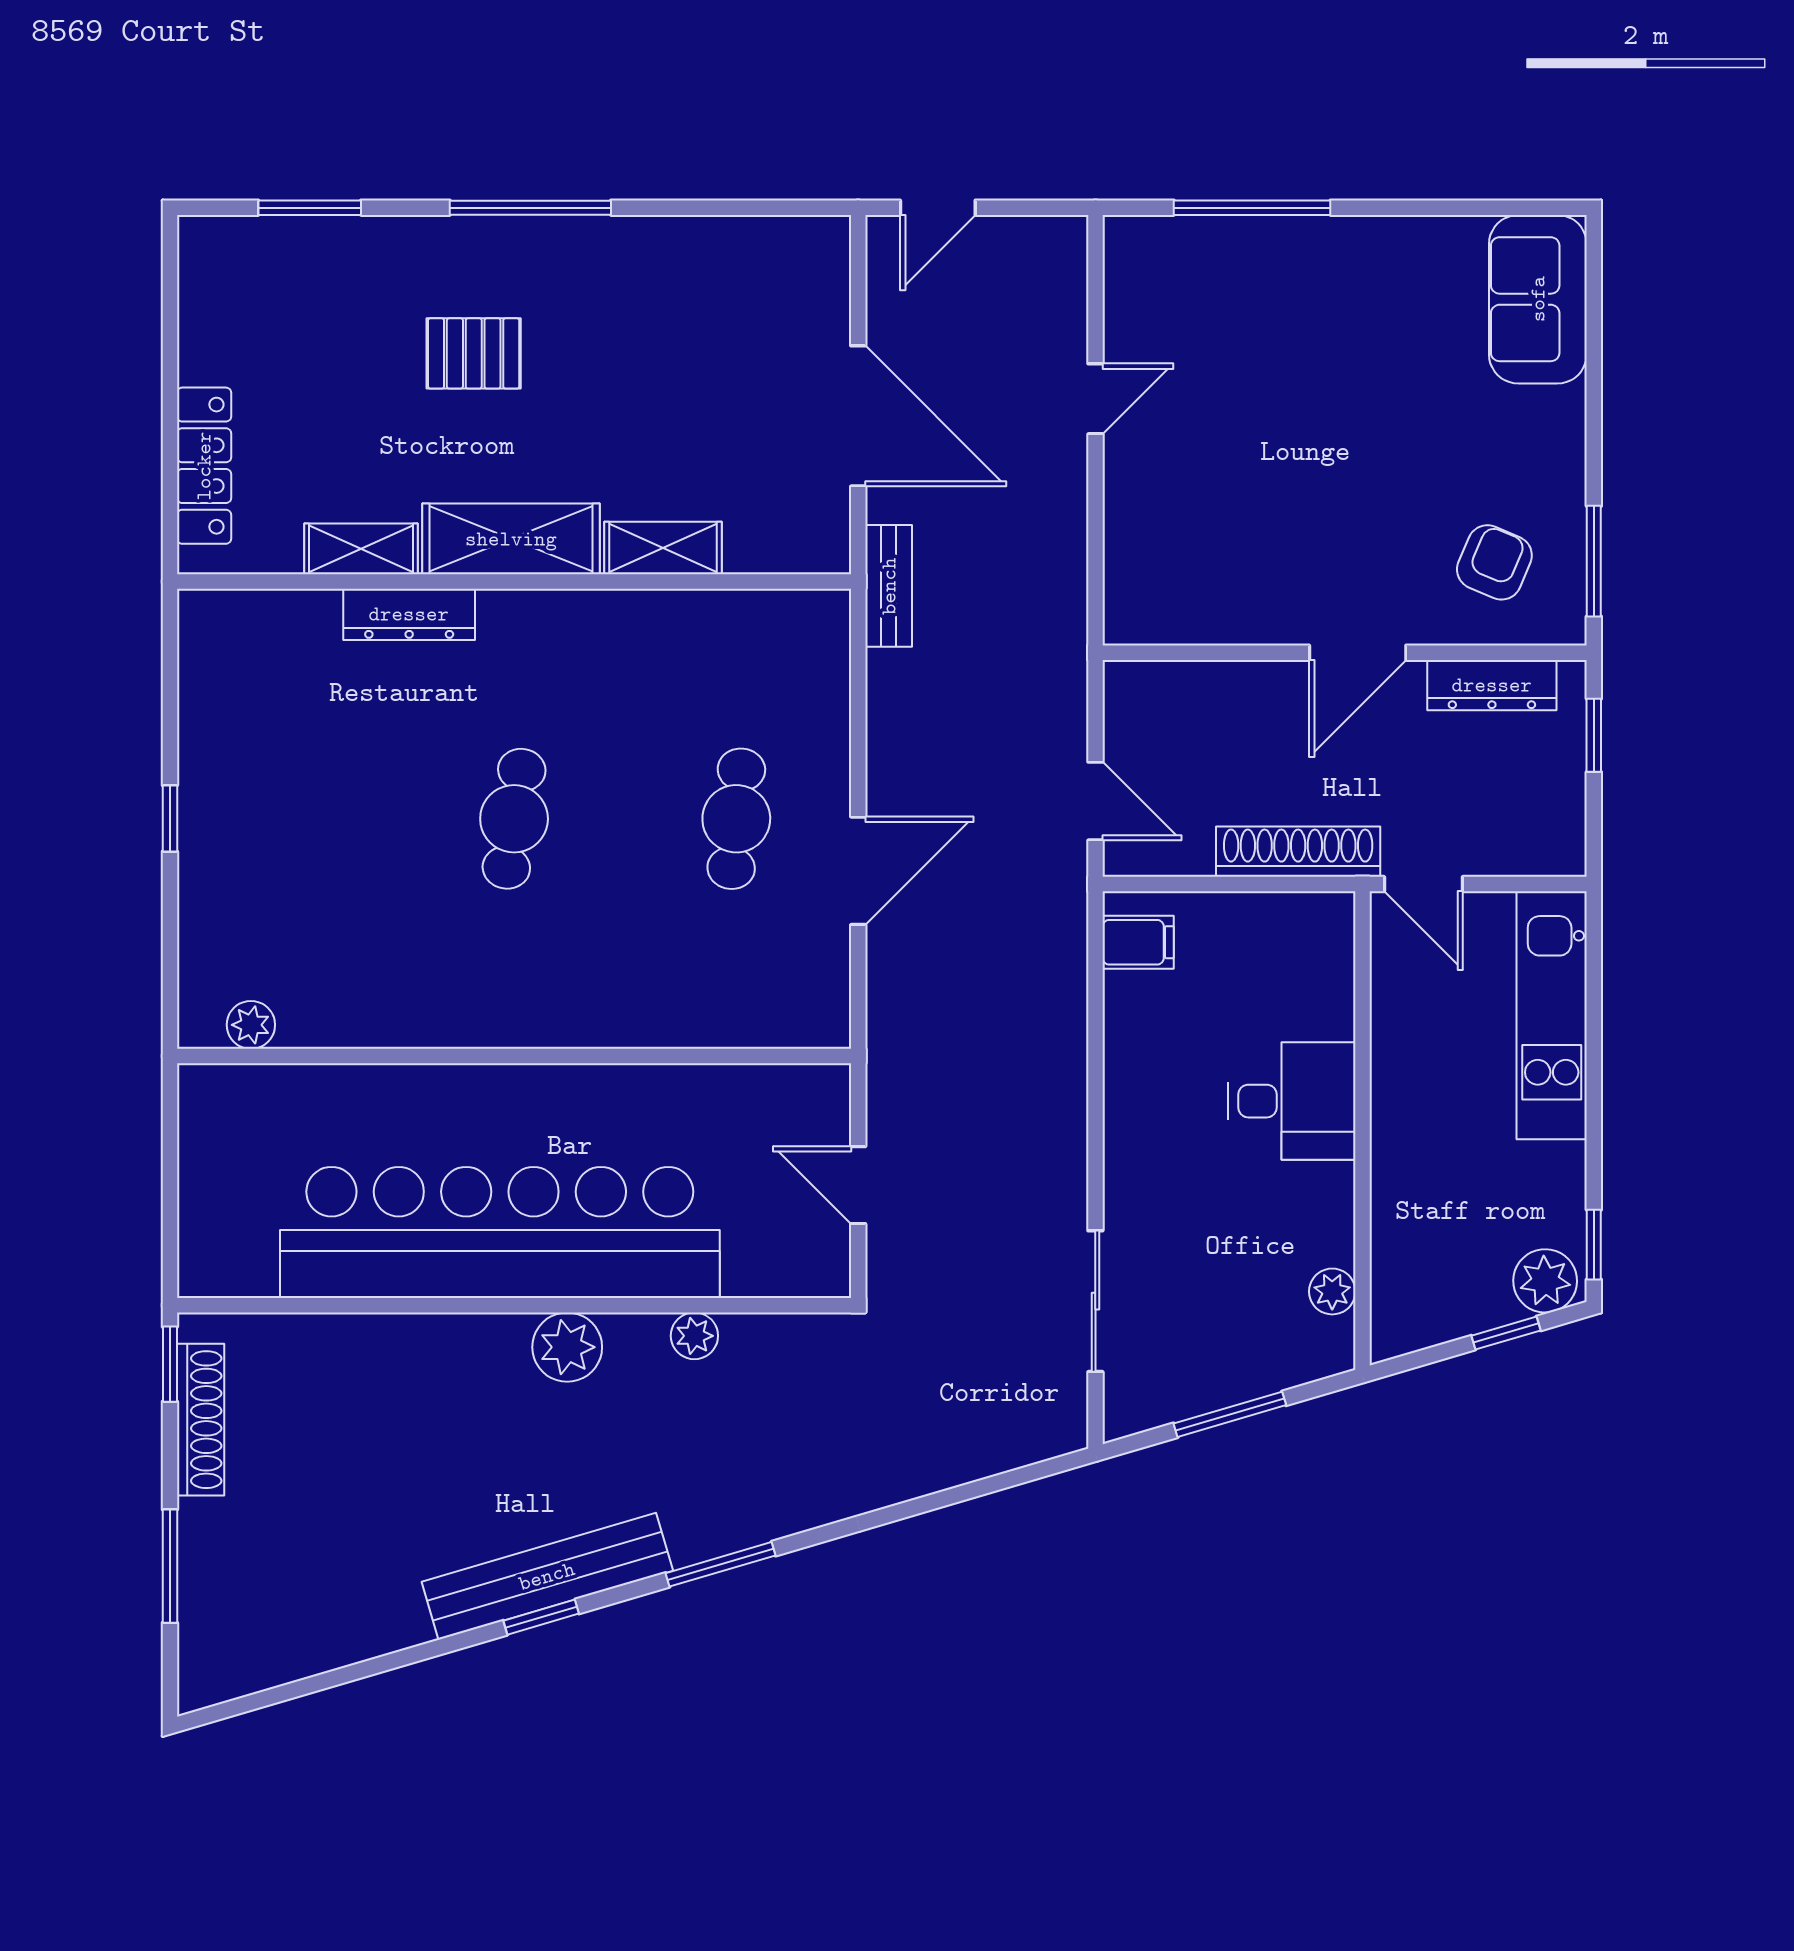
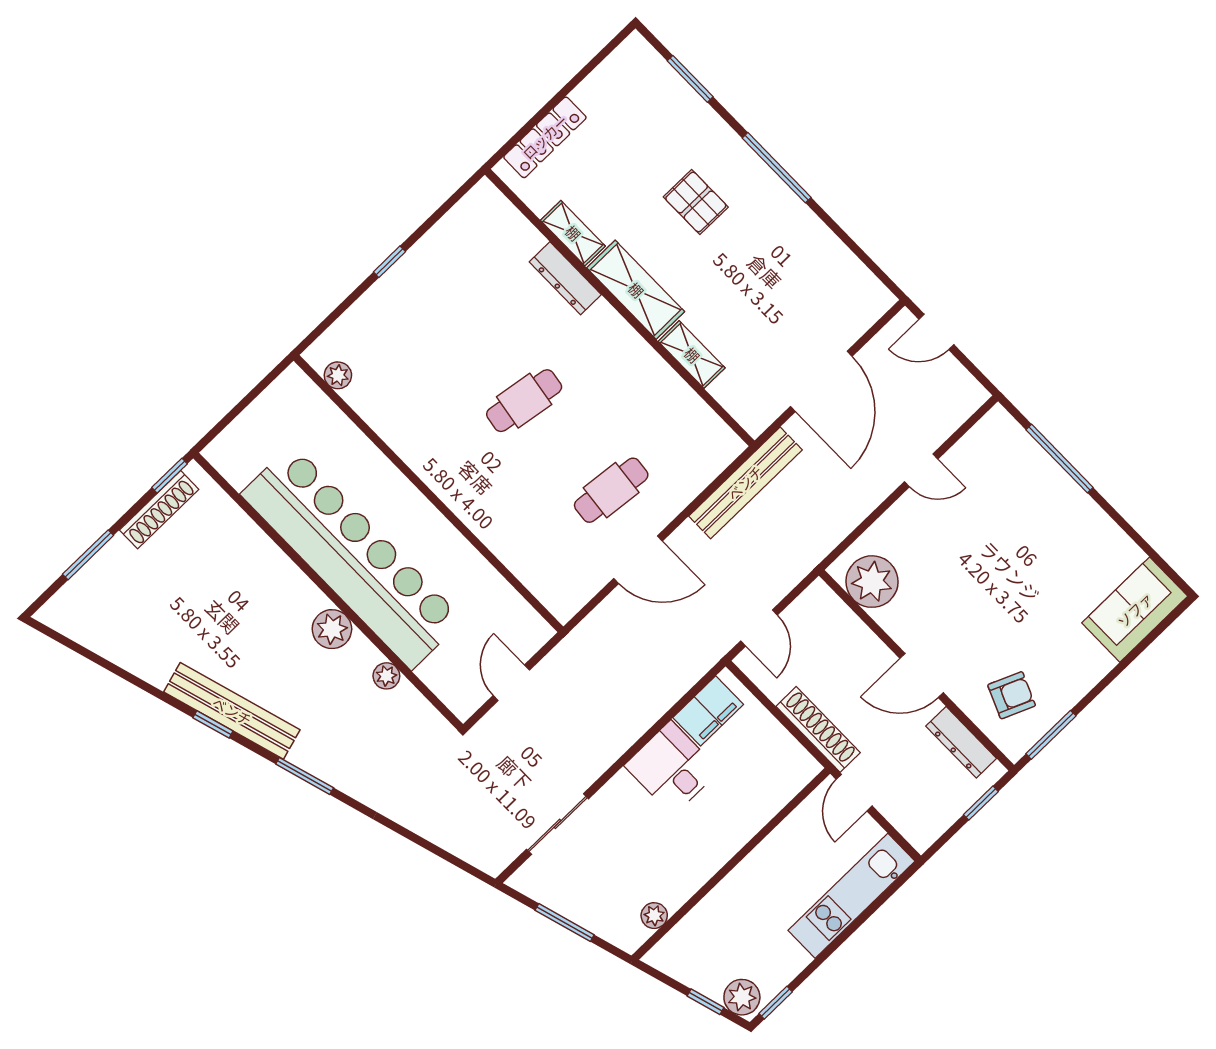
bench: (889, 586) -> (745, 483), width x1.86, depth x1.21
plant: (1176, 599) -> (872, 582), added
filing cabinet: (1138, 942) -> (708, 711), width x2.00
desk: (1292, 1101) -> (672, 768), moved, turned 180

